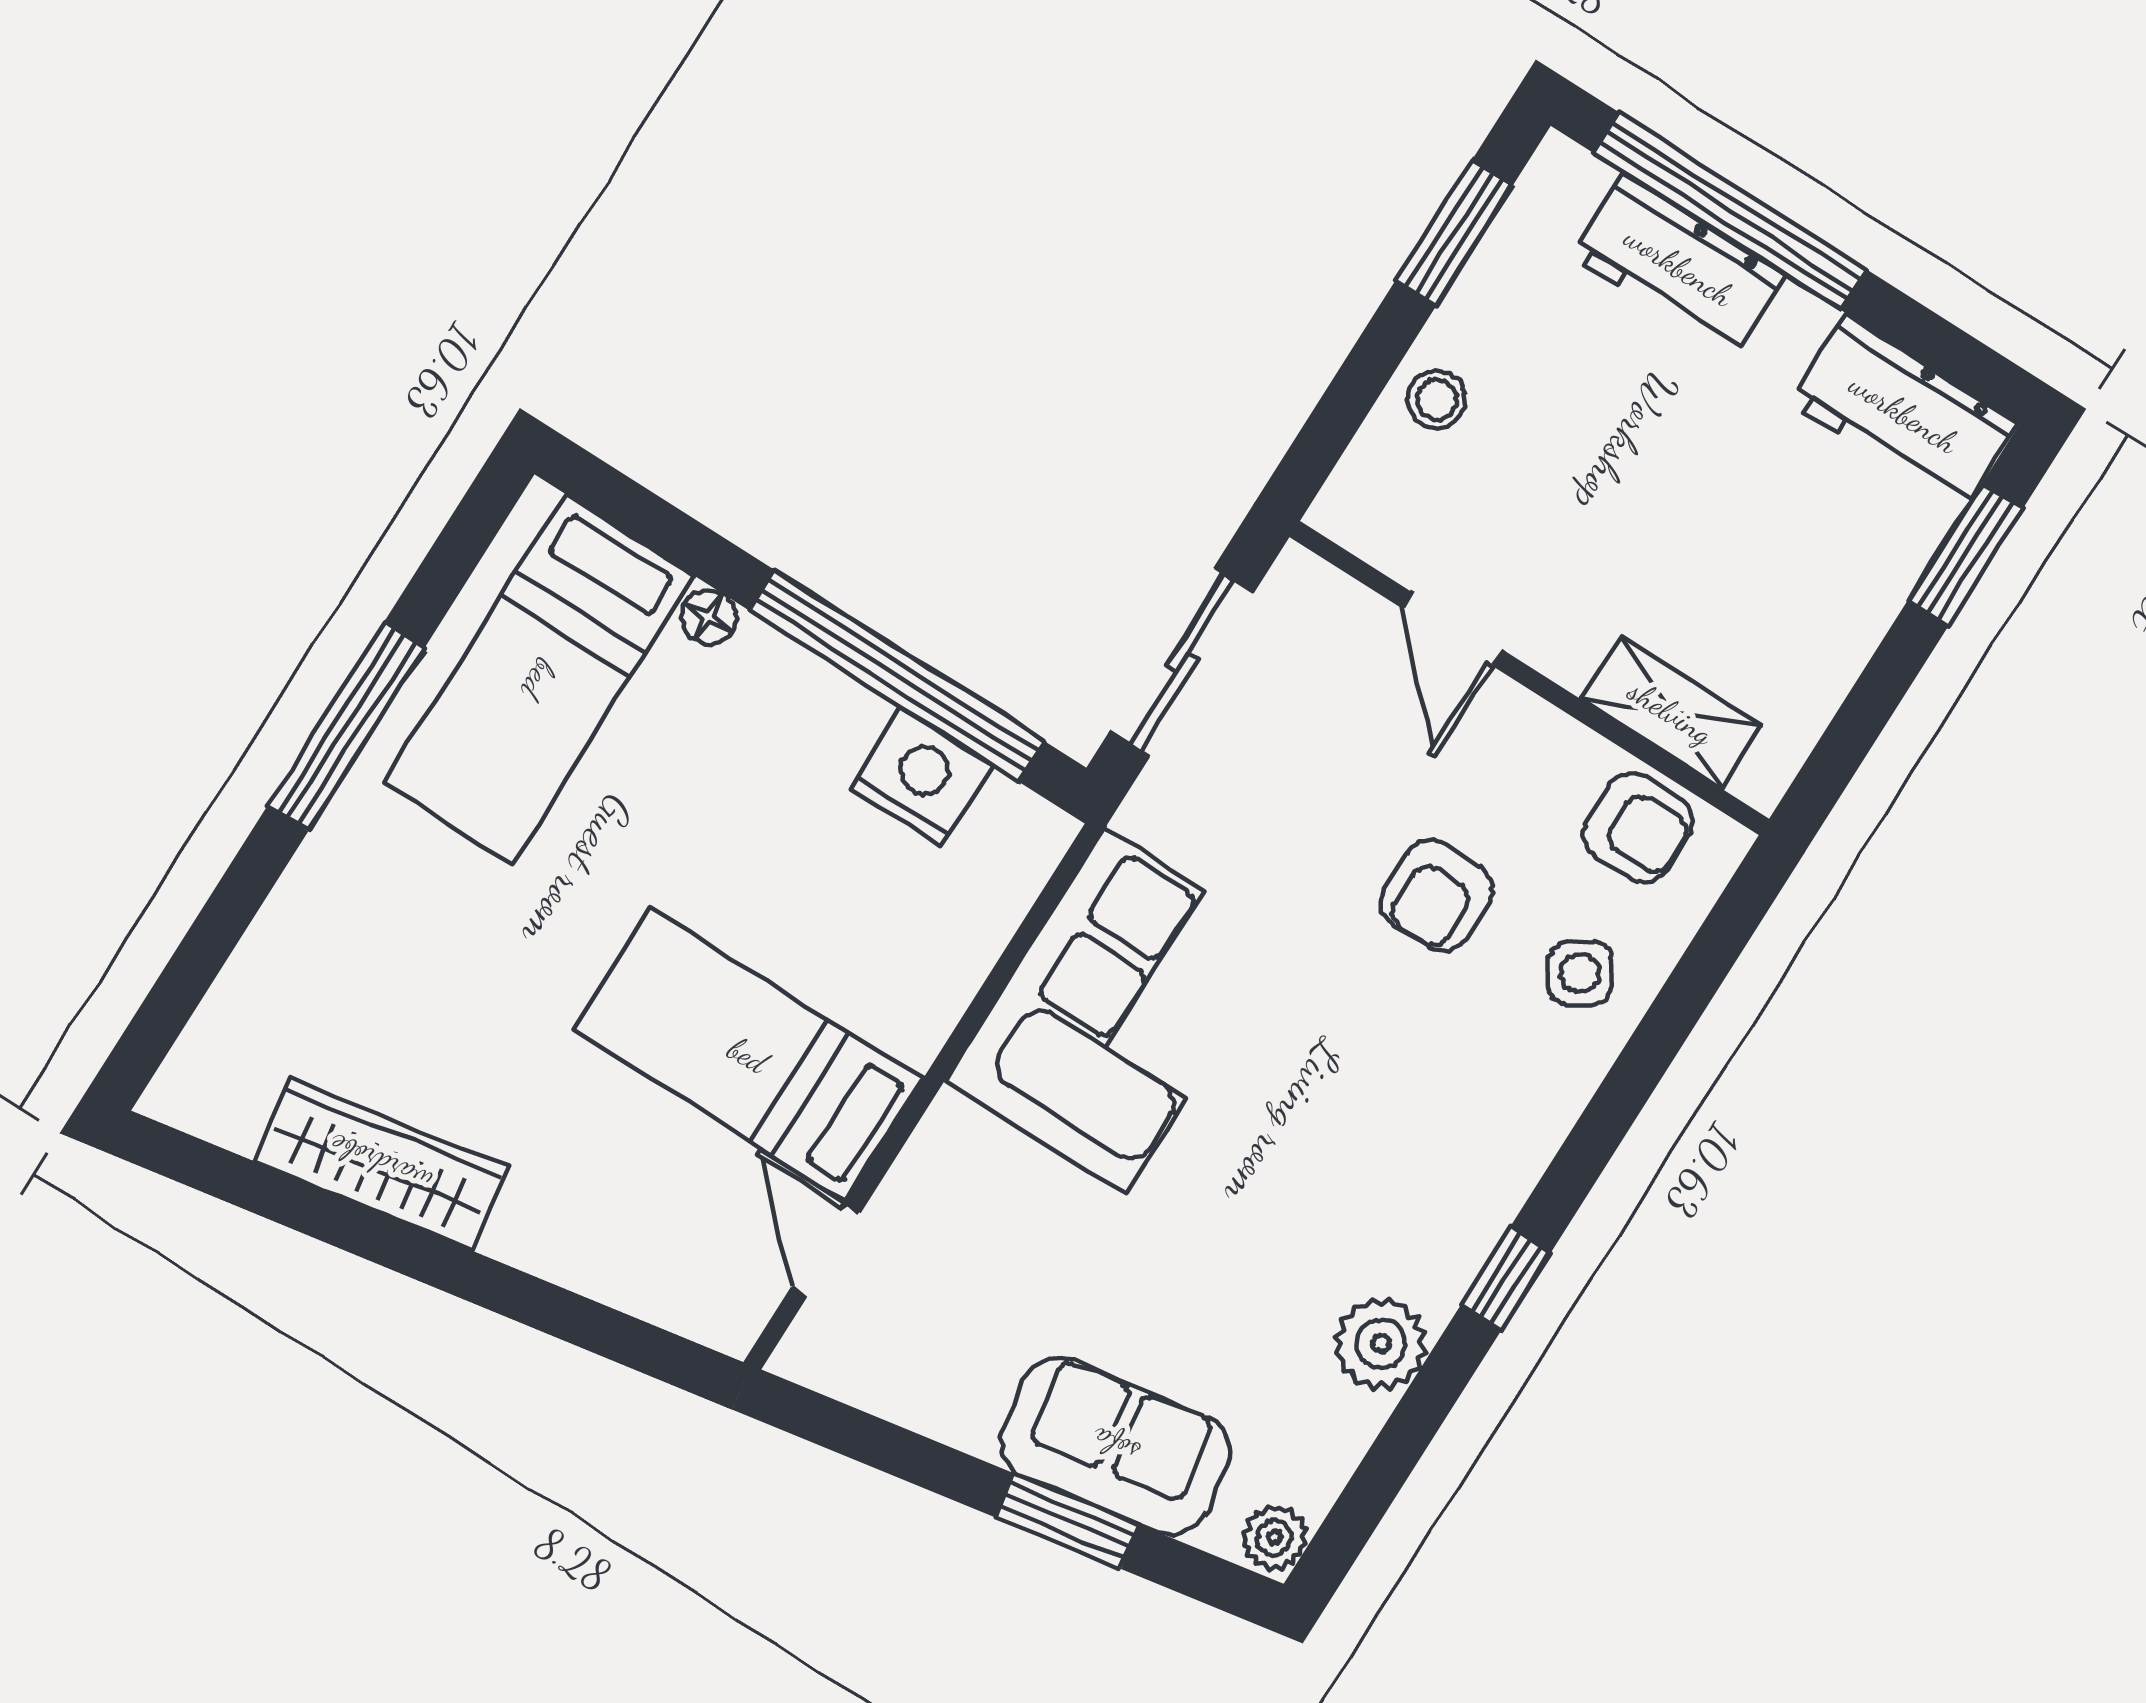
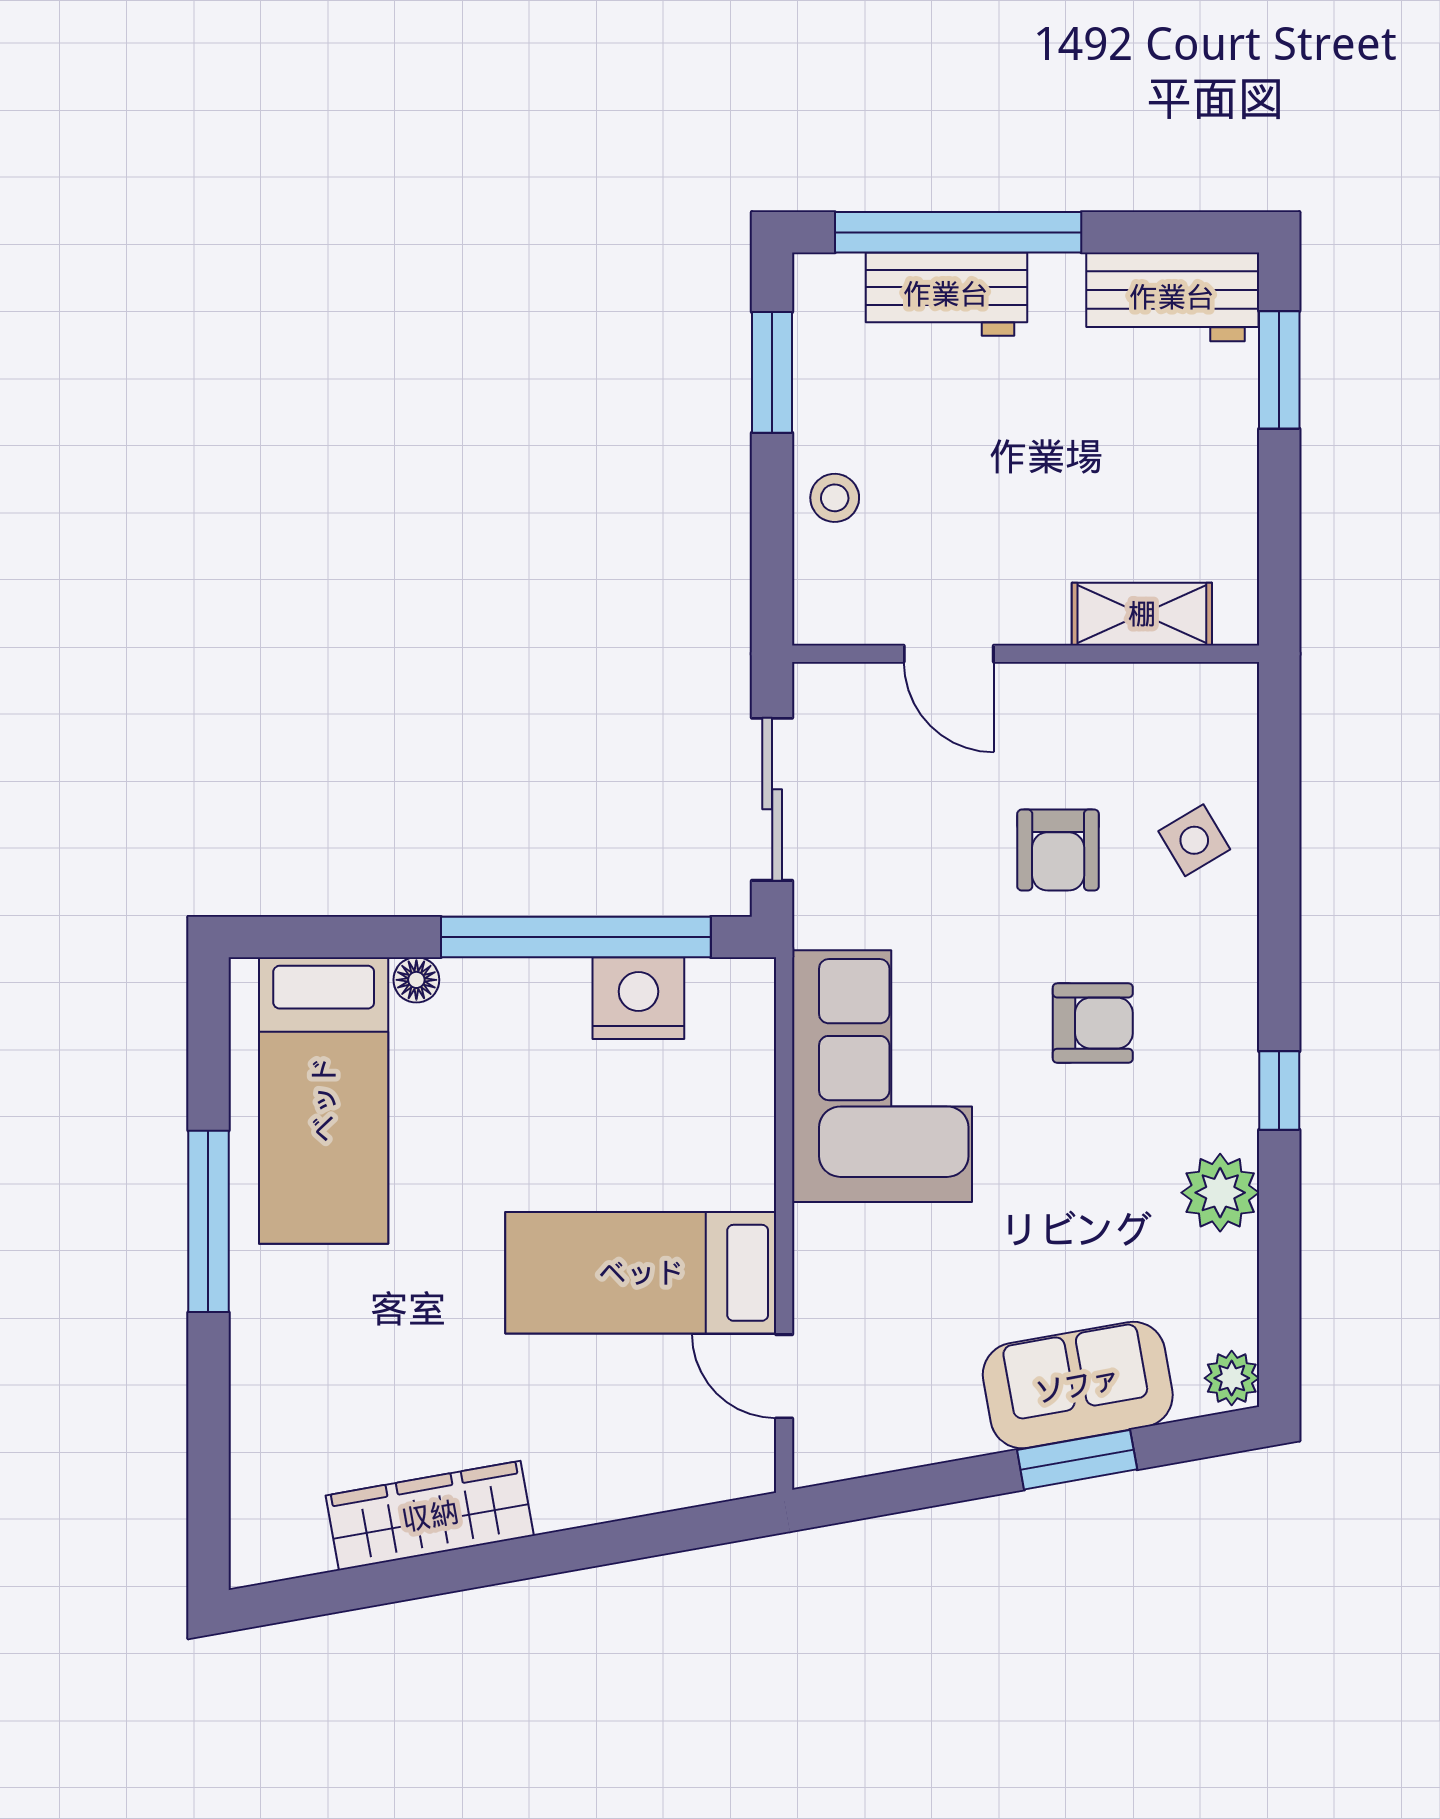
armchair: (1638, 828) -> (1093, 1023), moved

